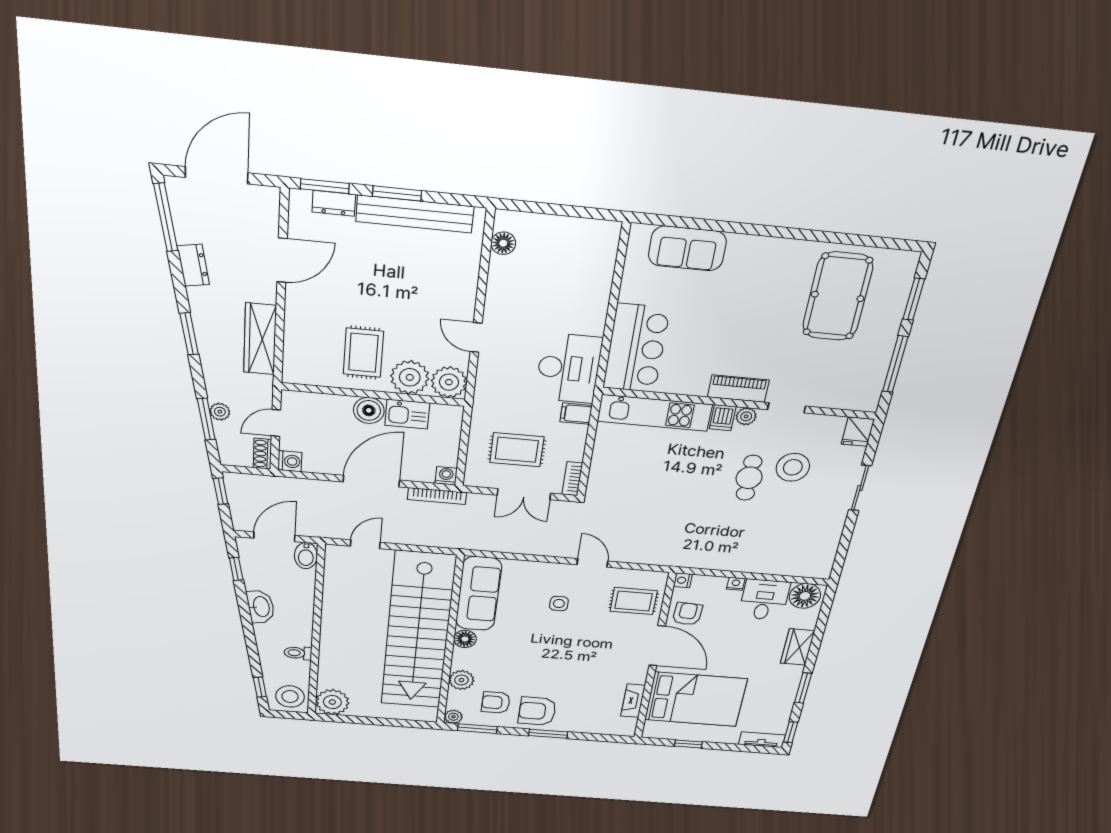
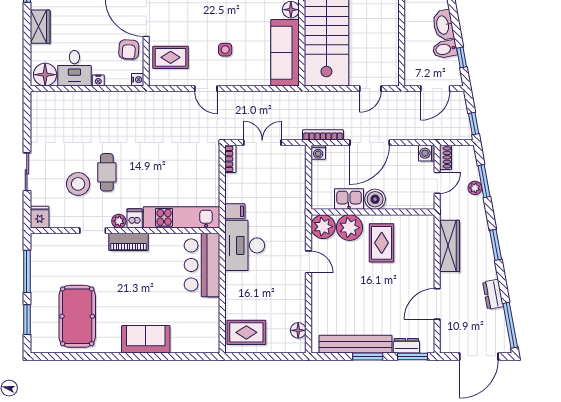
sofa: (687, 248) -> (146, 339), moved
rug: (517, 450) -> (246, 332), moved
bidet: (306, 556) -> (445, 49), moved, turned -100

